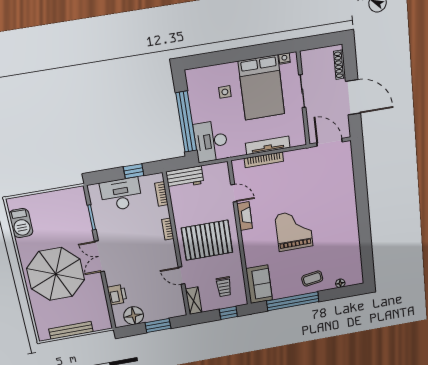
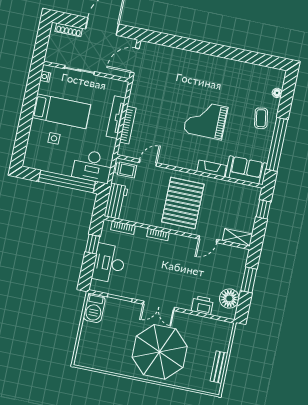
bed: (261, 88) -> (61, 111), width x0.67
fireplace: (245, 216) -> (212, 168), moved
barbecue: (21, 223) -> (94, 308), moved, turned 90
trolley: (224, 287) -> (126, 170), moved
bench: (71, 330) -> (219, 367), width x0.73

